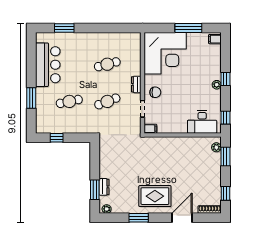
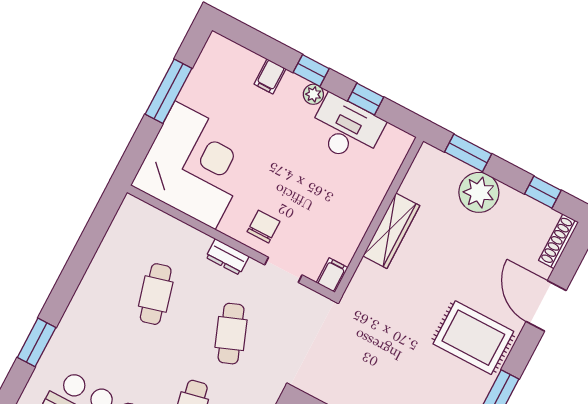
filing cabinet: (215, 39) -> (270, 76), moved
window: (225, 118) -> (366, 99), moved
desk: (202, 122) -> (346, 129), moved, turned -90
wardrobe: (180, 143) -> (391, 231), added
plant: (216, 147) -> (479, 192), moved, width x1.88, depth x1.88
rug: (155, 196) -> (473, 338), turned 90

